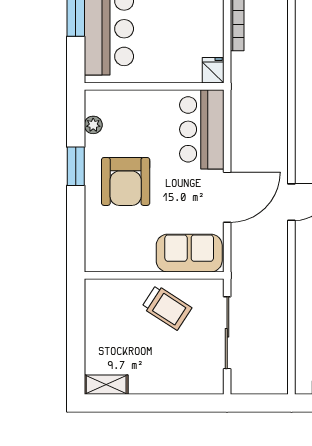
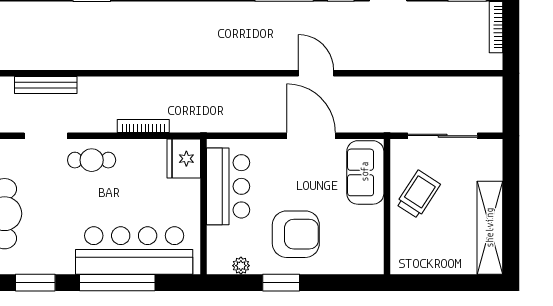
fridge: (213, 70) -> (184, 159), width x1.88, depth x1.34
bar counter: (202, 129) -> (228, 186), moved, turned -90
shelving: (106, 385) -> (490, 228), width x2.20, depth x1.33

